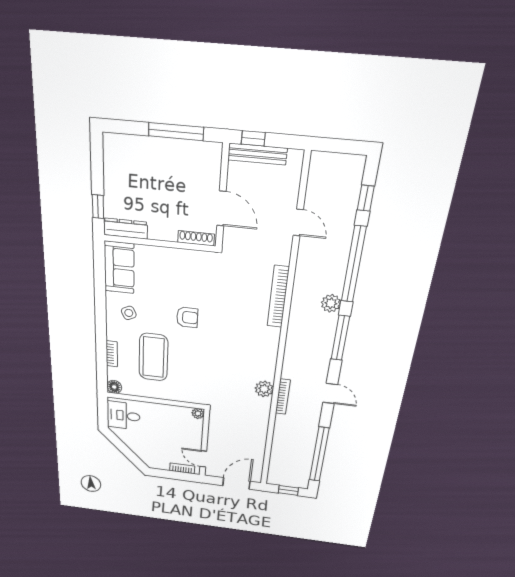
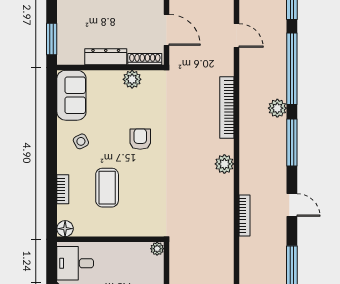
window: (98, 207) -> (52, 39), width x1.50
dresser: (126, 229) -> (106, 57), moved
plant: (182, 258) -> (132, 79), added
armchair: (187, 317) -> (140, 139), turned -90
coffee table: (153, 357) -> (107, 188), width x0.73, depth x0.76
plant: (264, 389) -> (224, 164), moved

